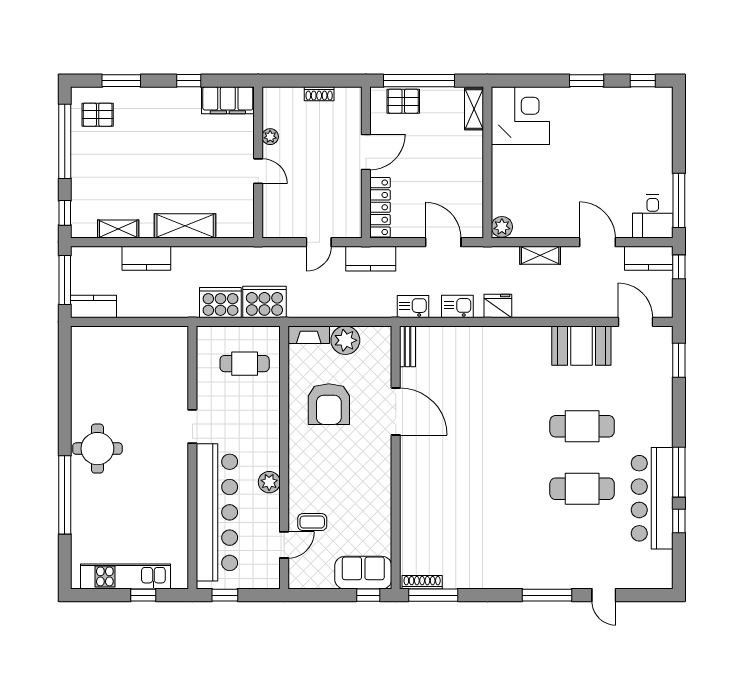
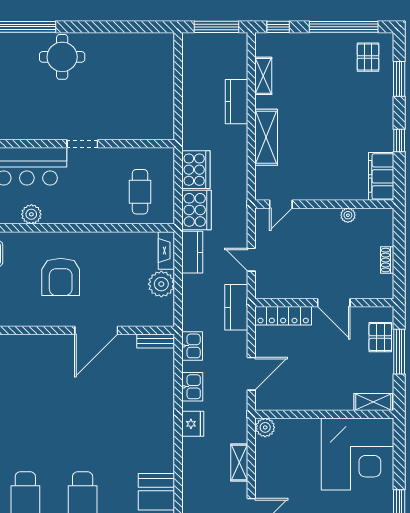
window: (419, 81) -> (399, 352), width x0.68
corner desk: (520, 116) -> (358, 454), width x1.36, depth x1.36
door: (258, 171) -> (281, 204), moved
kitchen counter: (94, 307) -> (192, 252), moved
armchair: (329, 404) -> (61, 277), moved, turned -90

